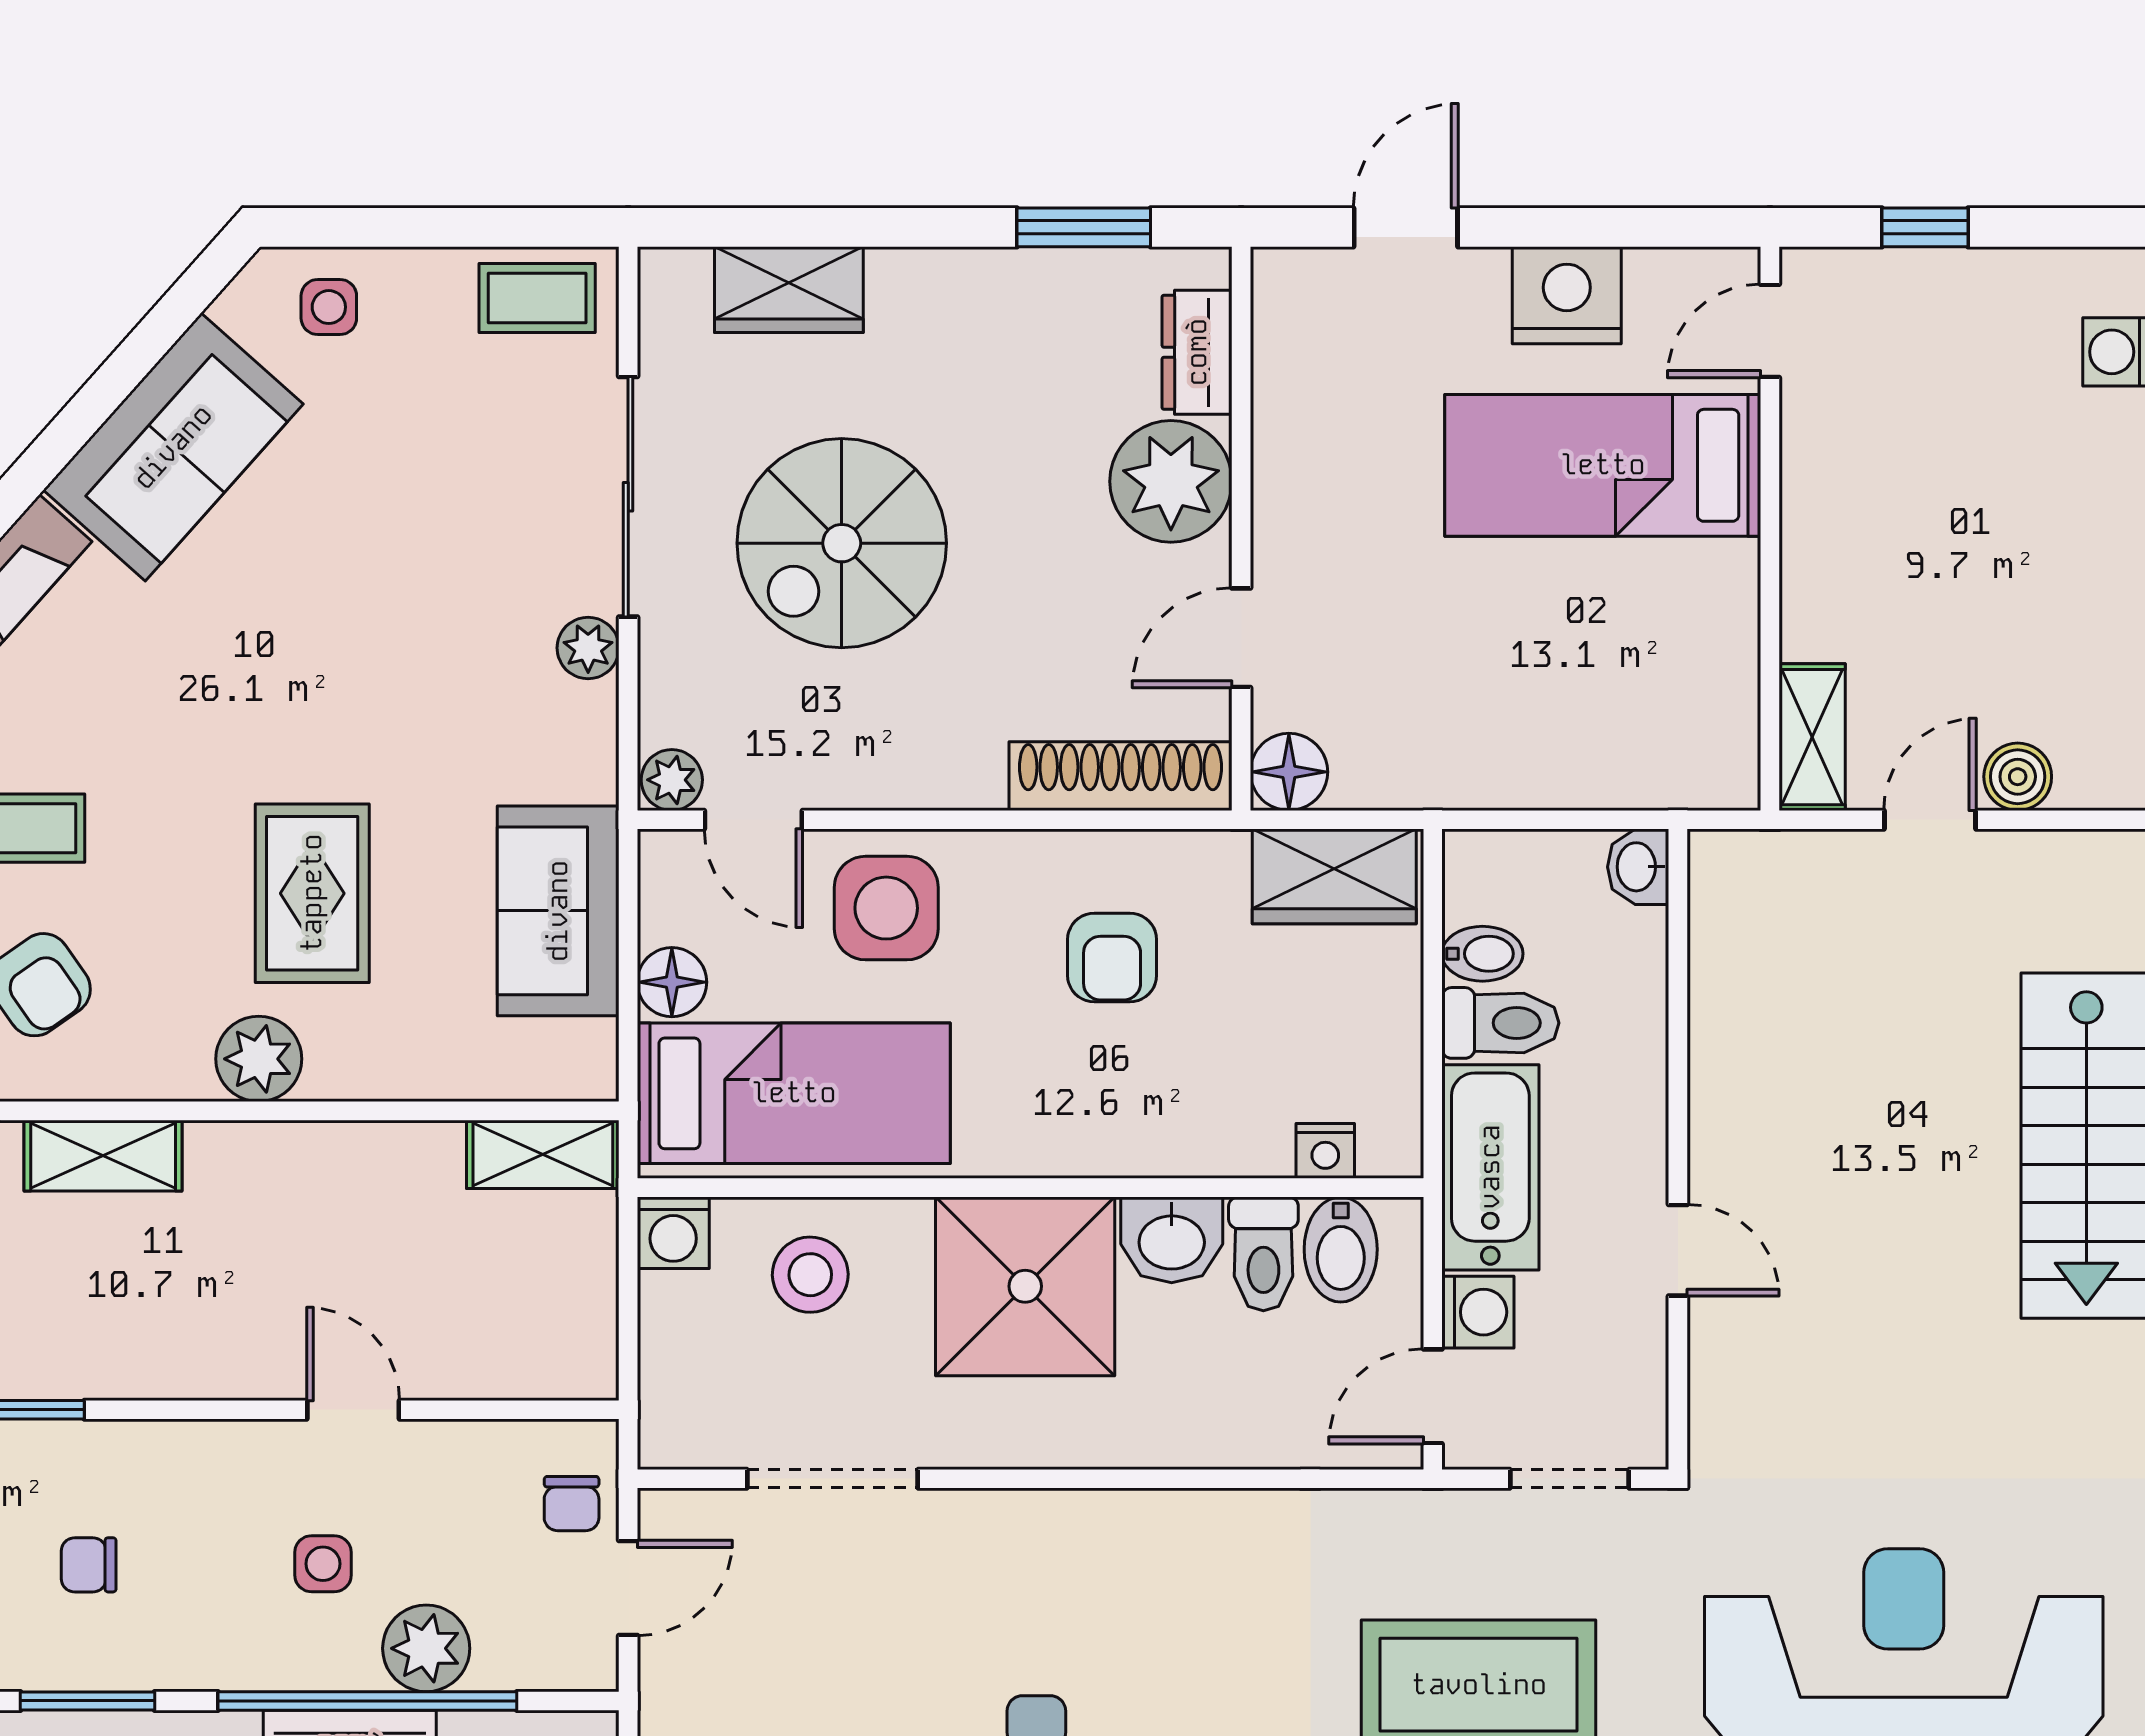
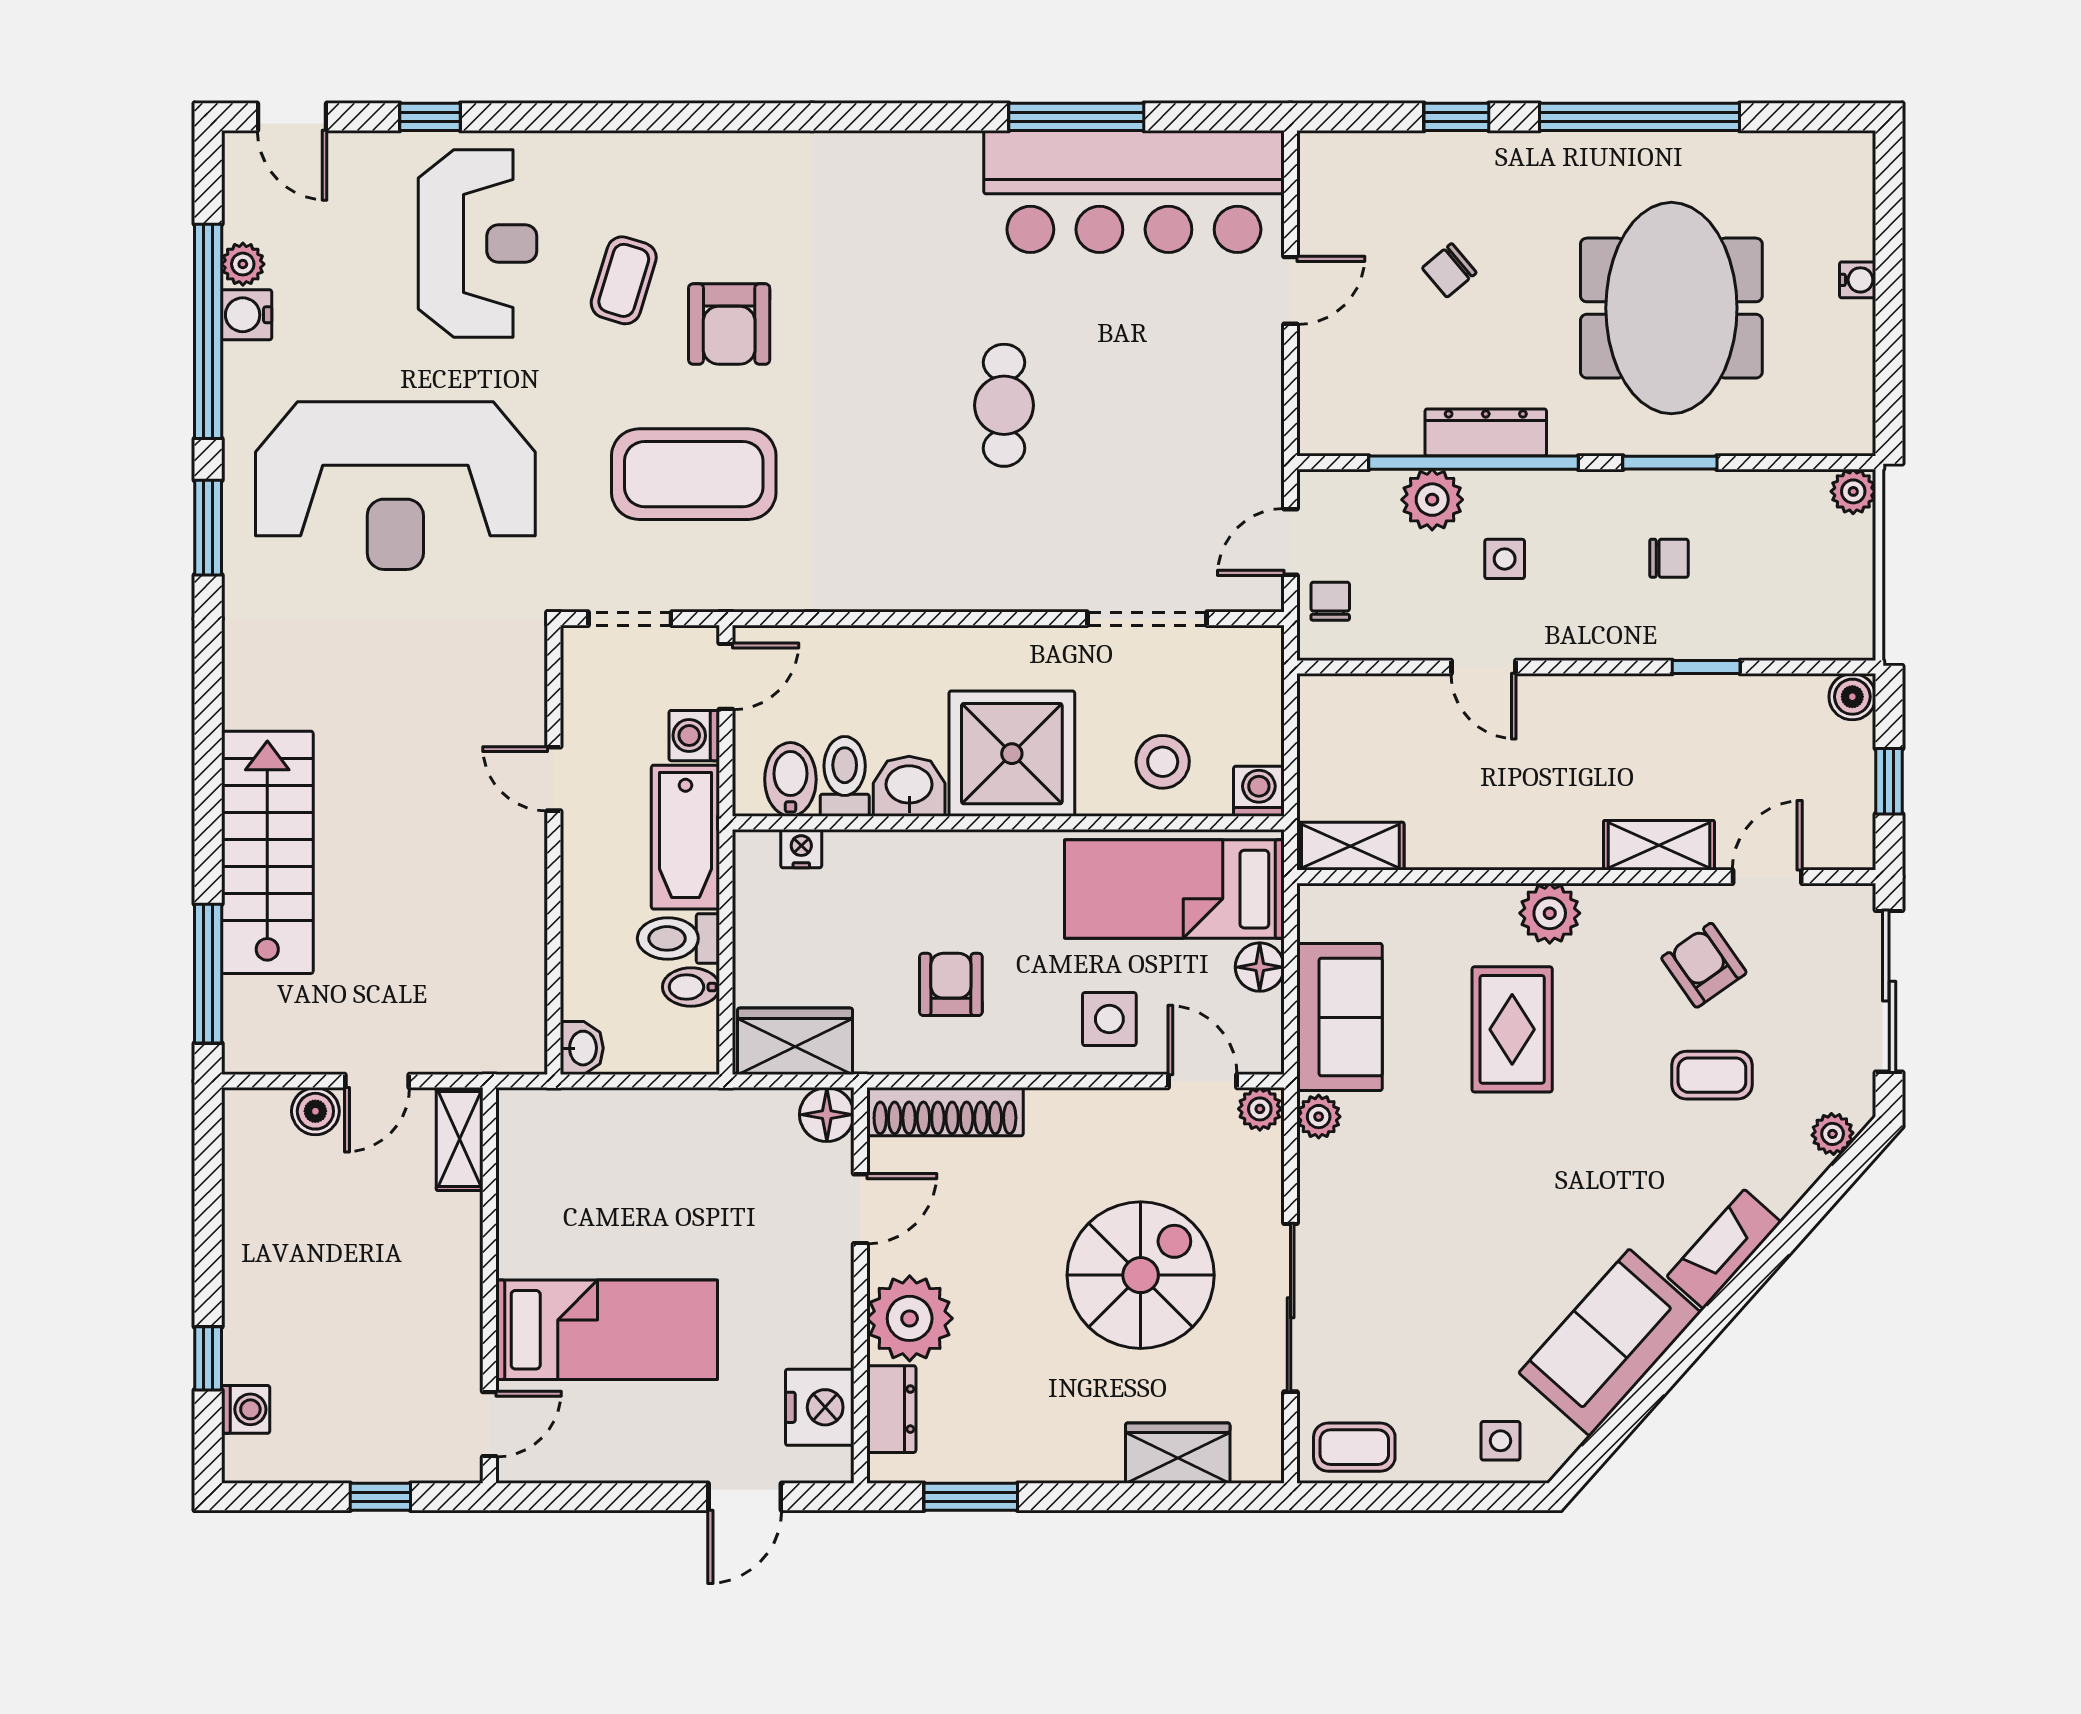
nightstand: (1567, 295) -> (820, 1407), moved, turned -90
plant: (588, 648) -> (1319, 1117), moved
side table: (886, 908) -> (1109, 1019), width x0.73, depth x0.73

